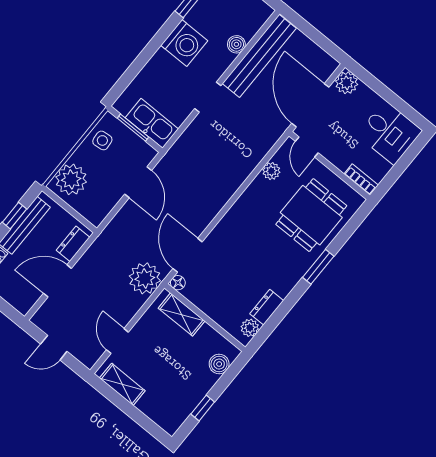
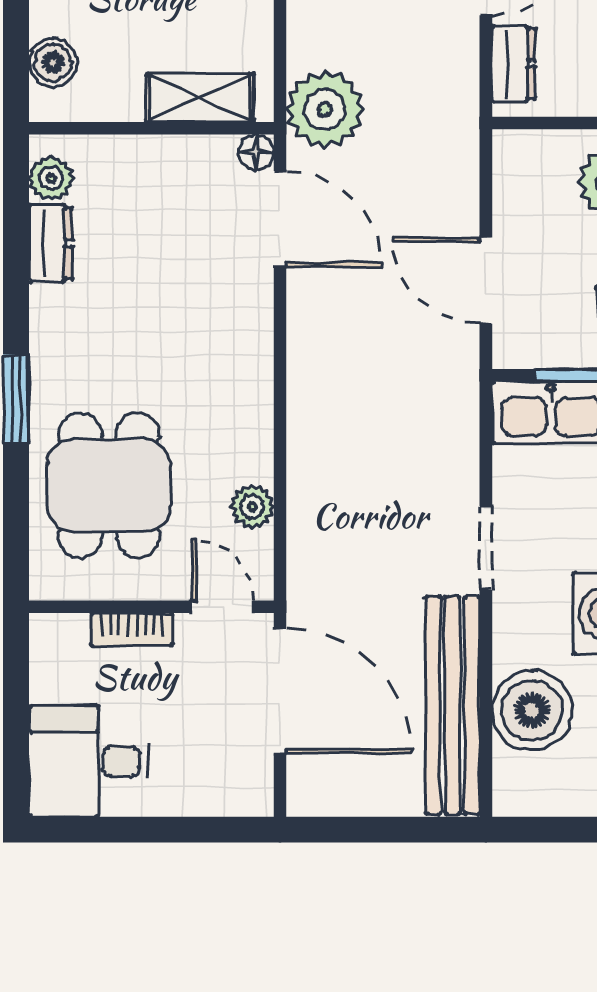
boiler: (236, 44) -> (532, 710), width x1.86, depth x1.86
plant: (347, 83) -> (246, 789), removed
bookcase: (361, 179) -> (132, 629), moved

